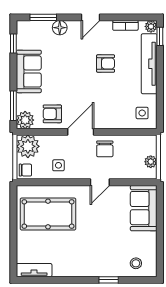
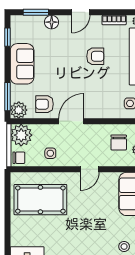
chair: (105, 149) -> (119, 142), moved

